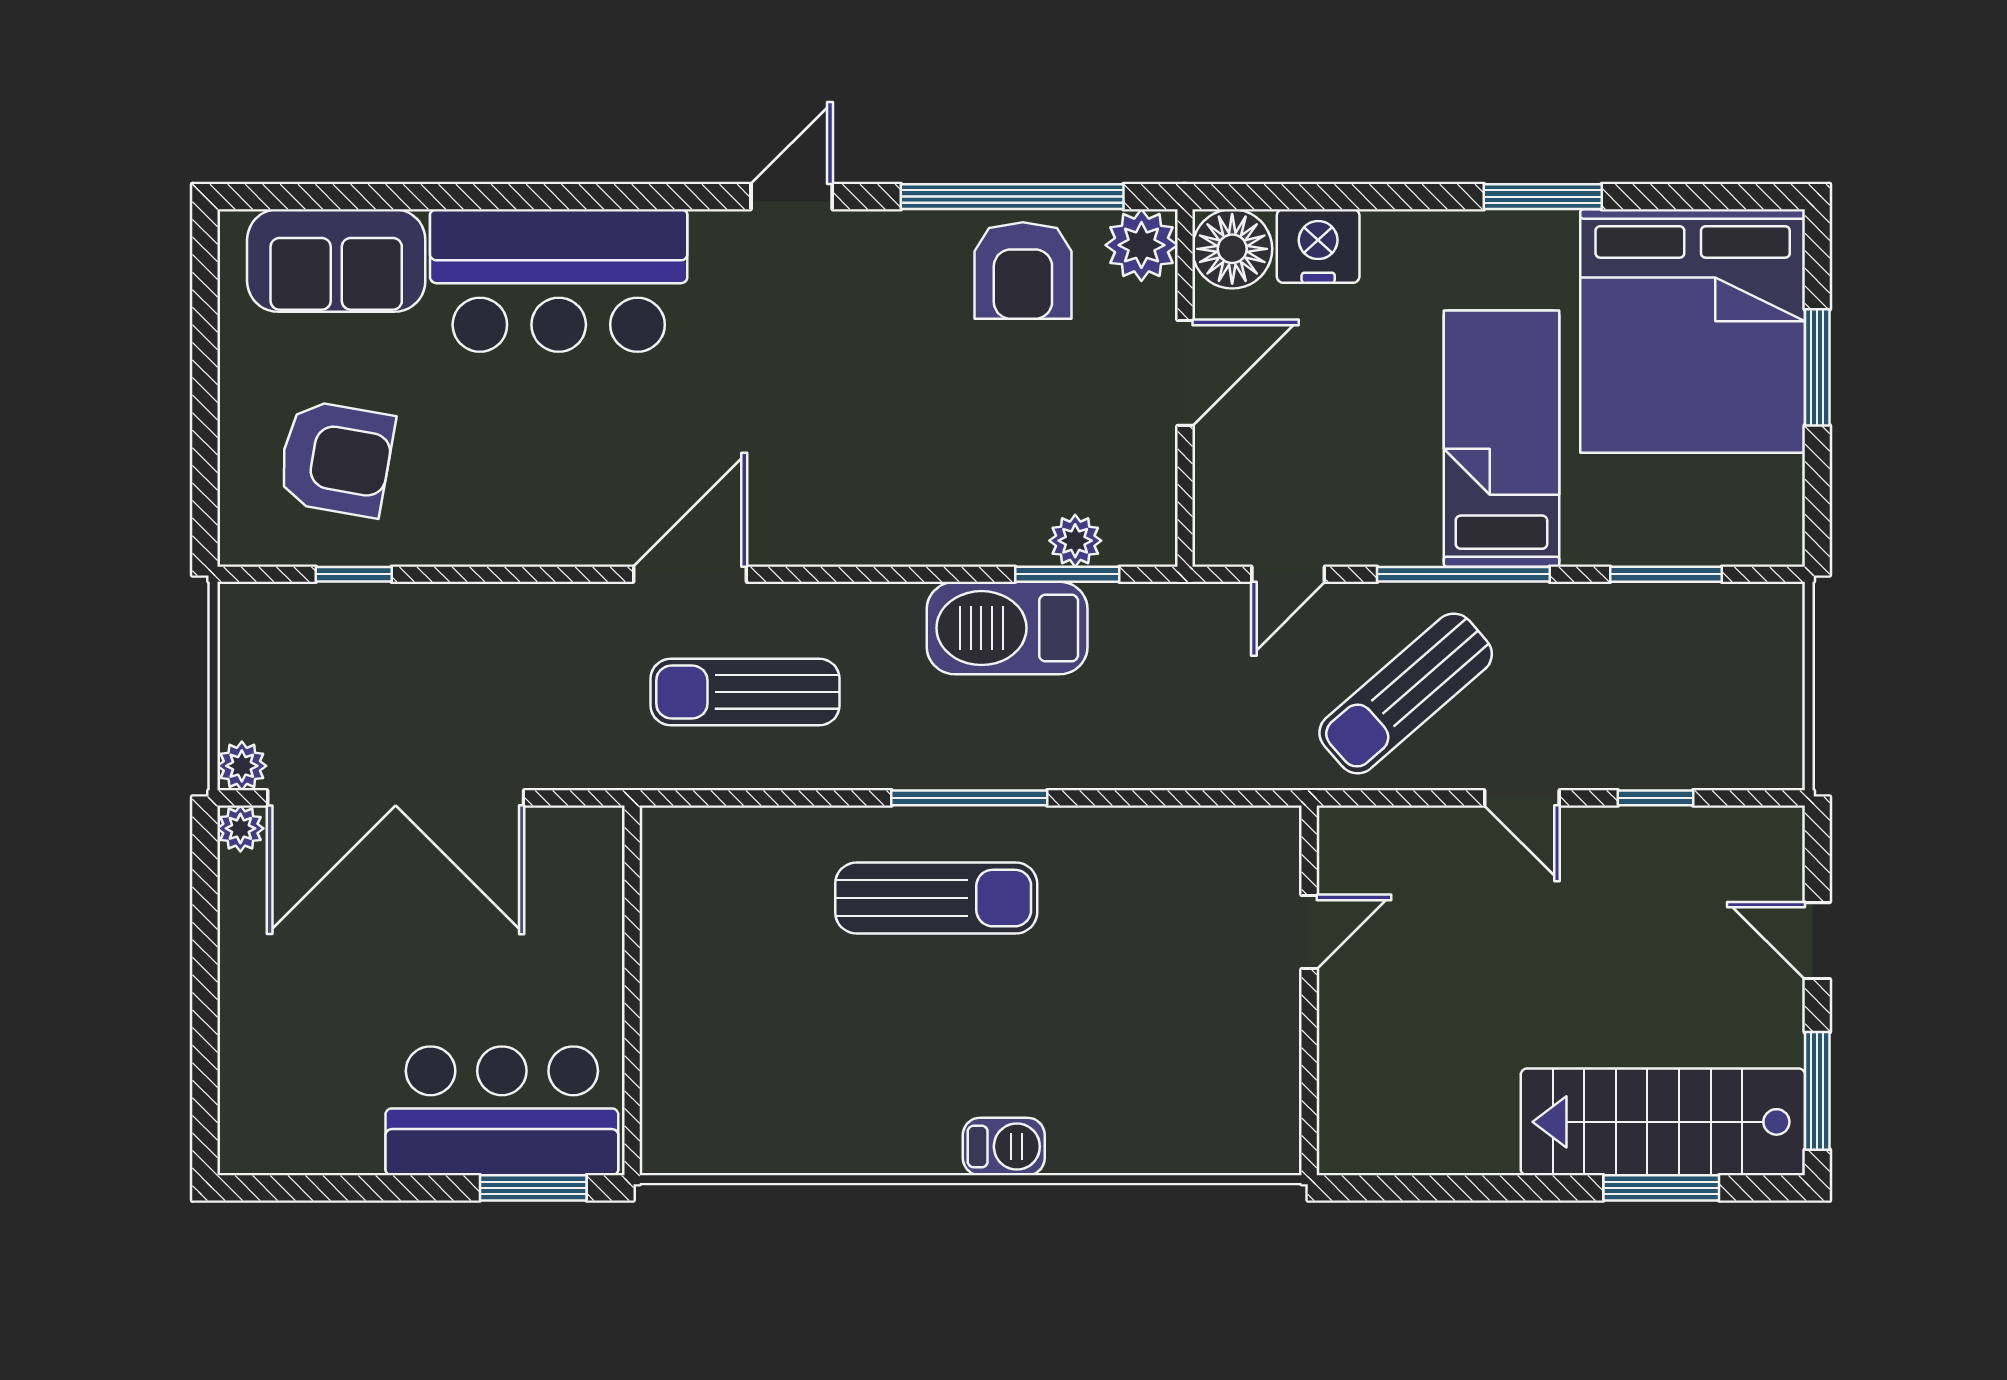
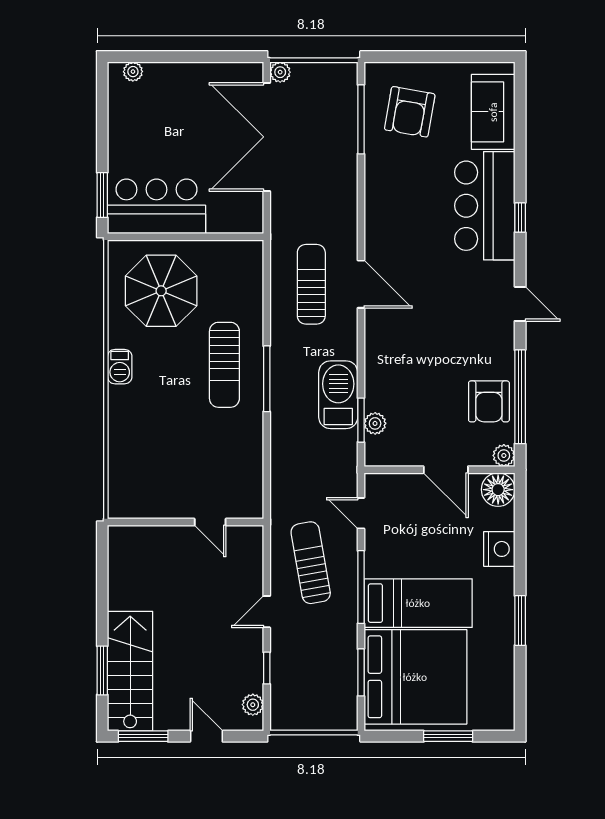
window: (587, 197) -> (520, 218), added
plant: (1141, 245) -> (504, 456), width x0.73, depth x0.73
nightstand: (1318, 246) -> (499, 549), moved
armchair: (1023, 271) -> (489, 401), turned -90
bed: (1693, 331) -> (415, 677), moved, turned 180
window: (354, 574) -> (361, 119), width x2.17
door: (690, 574) -> (361, 284), moved
sun lounger: (1406, 693) -> (311, 563), turned 31
plant: (240, 828) -> (133, 72), moved
plant: (1743, 831) -> (253, 705), added
door: (1817, 941) -> (206, 736), hinge flipped
parasol: (761, 1048) -> (161, 291), added
bar counter: (502, 1111) -> (157, 206), moved, turned -90
barbecue: (1004, 1147) -> (120, 367), moved

